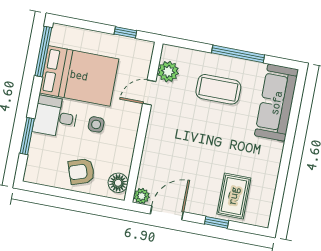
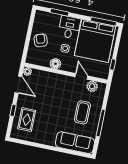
bed: (79, 76) -> (95, 41), width x1.36
floor lamp: (118, 183) -> (55, 64), moved
rug: (234, 196) -> (27, 120), turned 90

